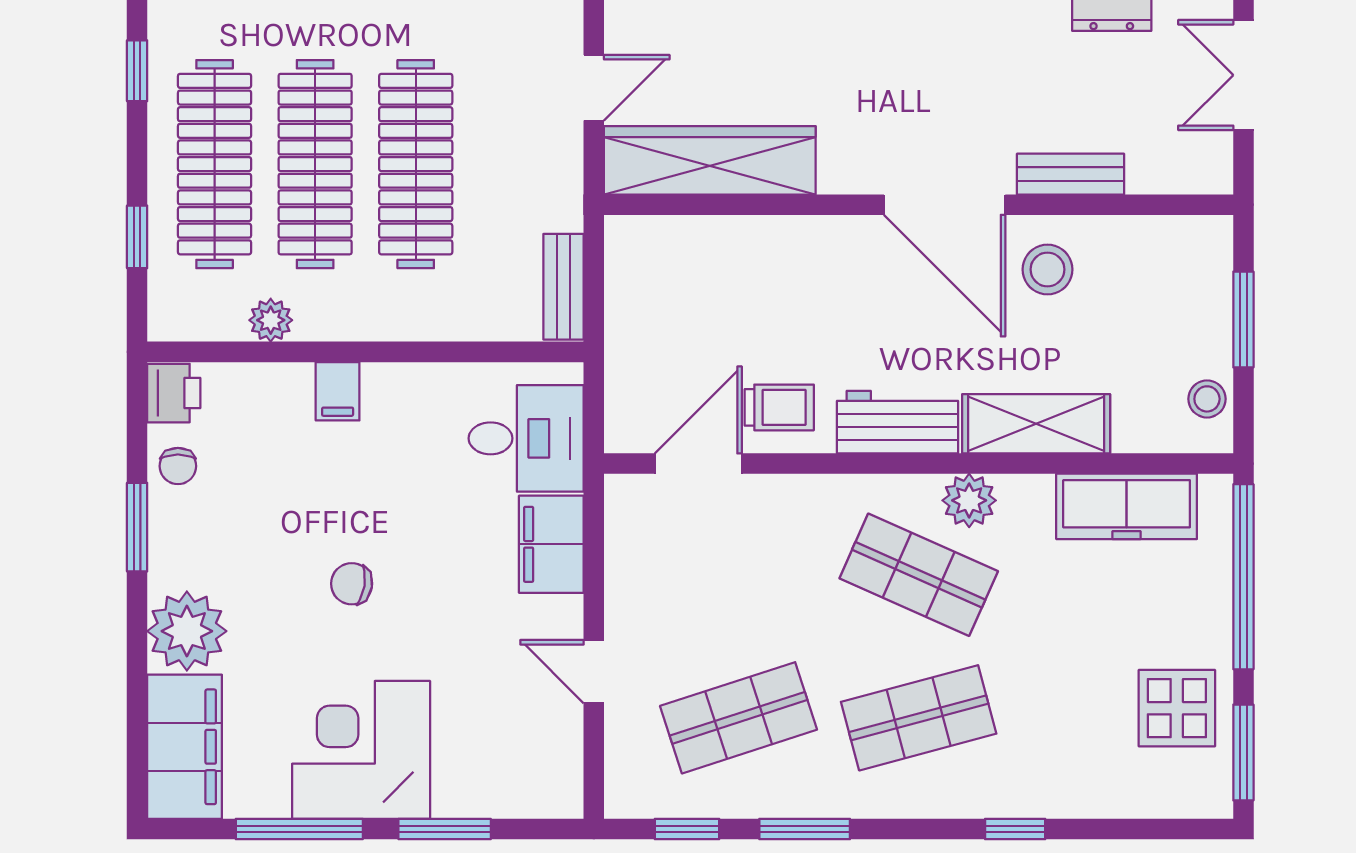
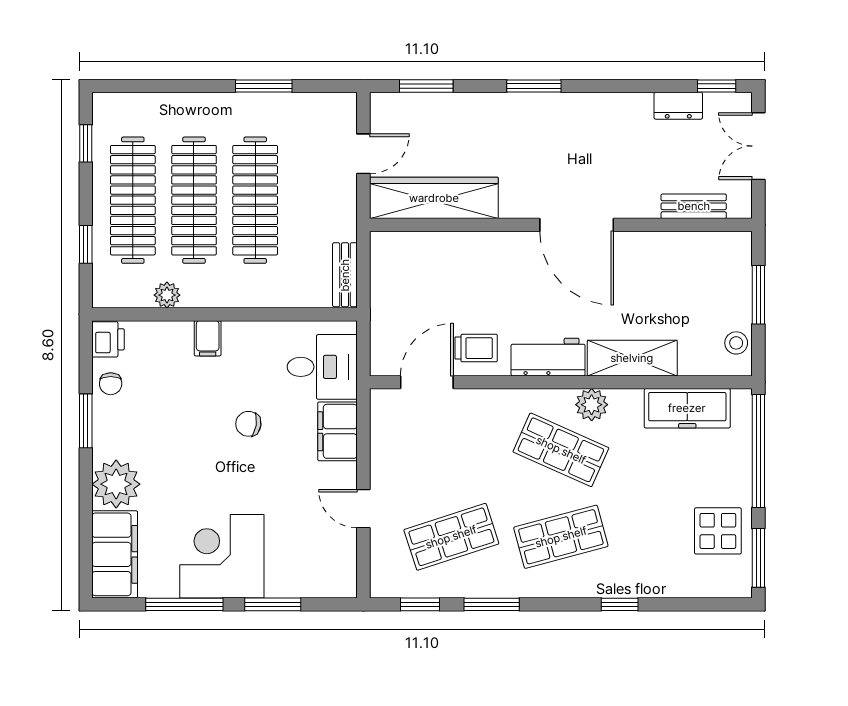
bench: (1071, 174) -> (694, 206), moved
stool: (1047, 269) -> (639, 264), removed
chair: (352, 584) -> (248, 424), moved

